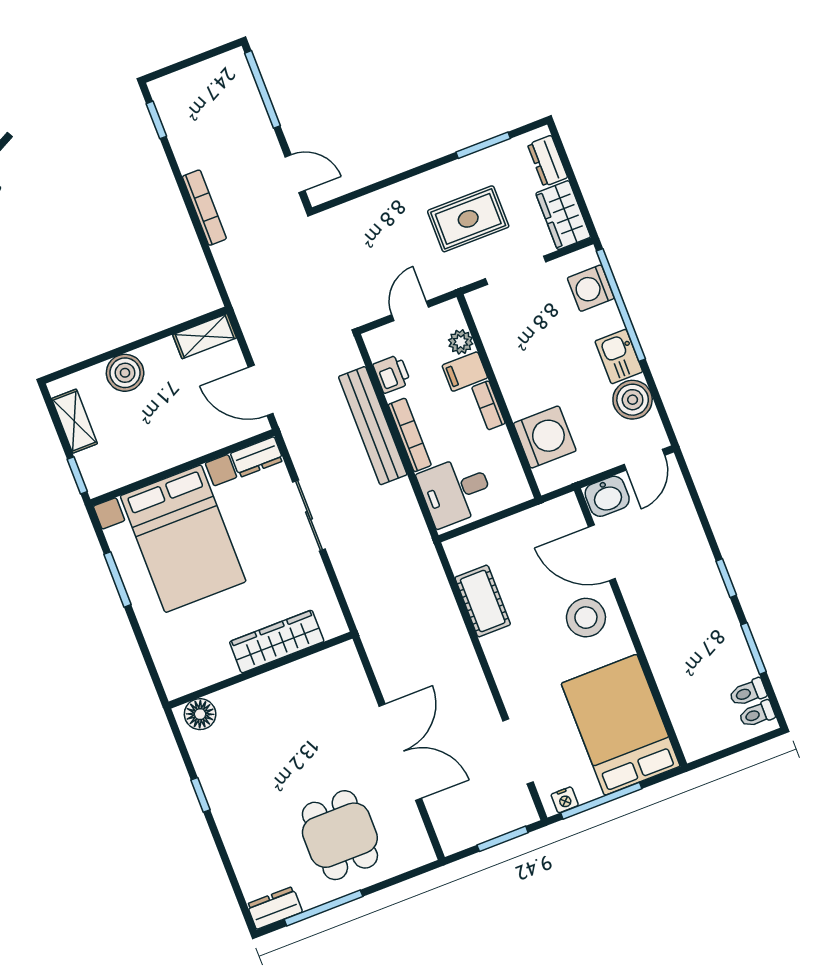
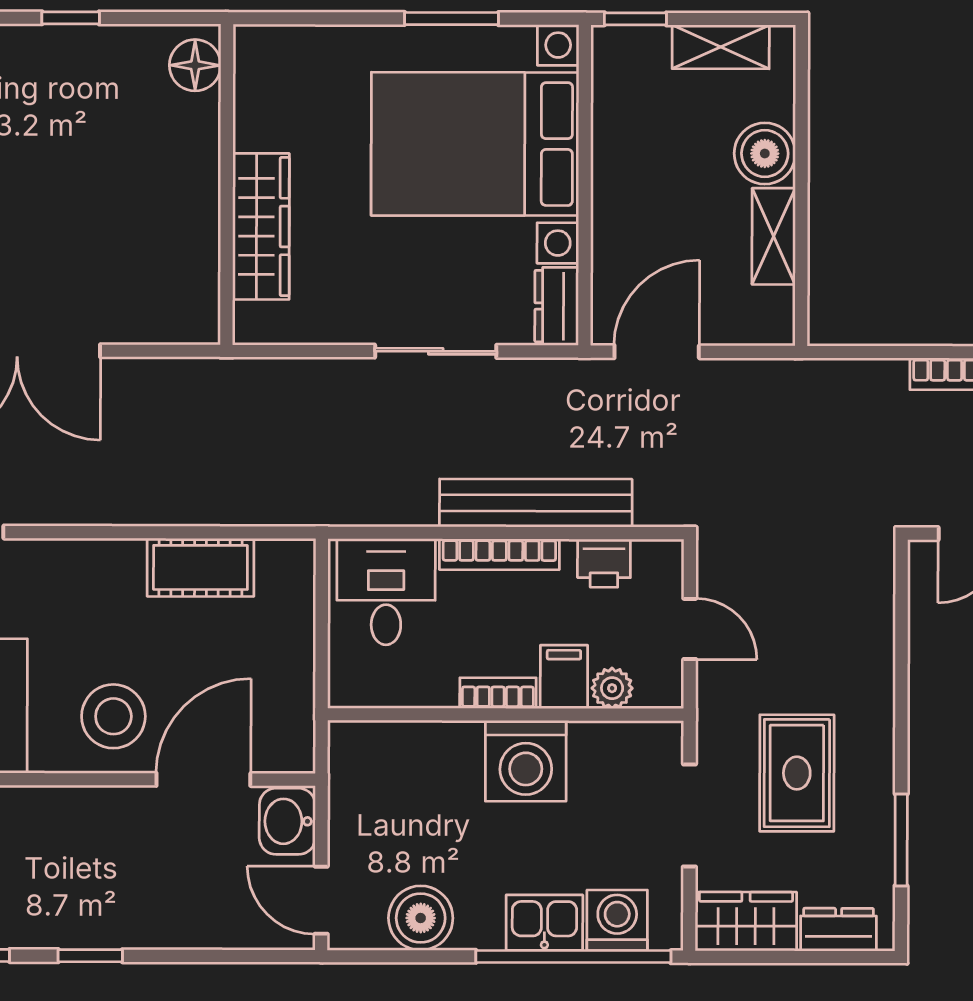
shelving: (205, 336) -> (774, 236), moved
kitchen sink: (619, 357) -> (544, 923), moved
washing machine: (545, 437) -> (526, 761), moved

